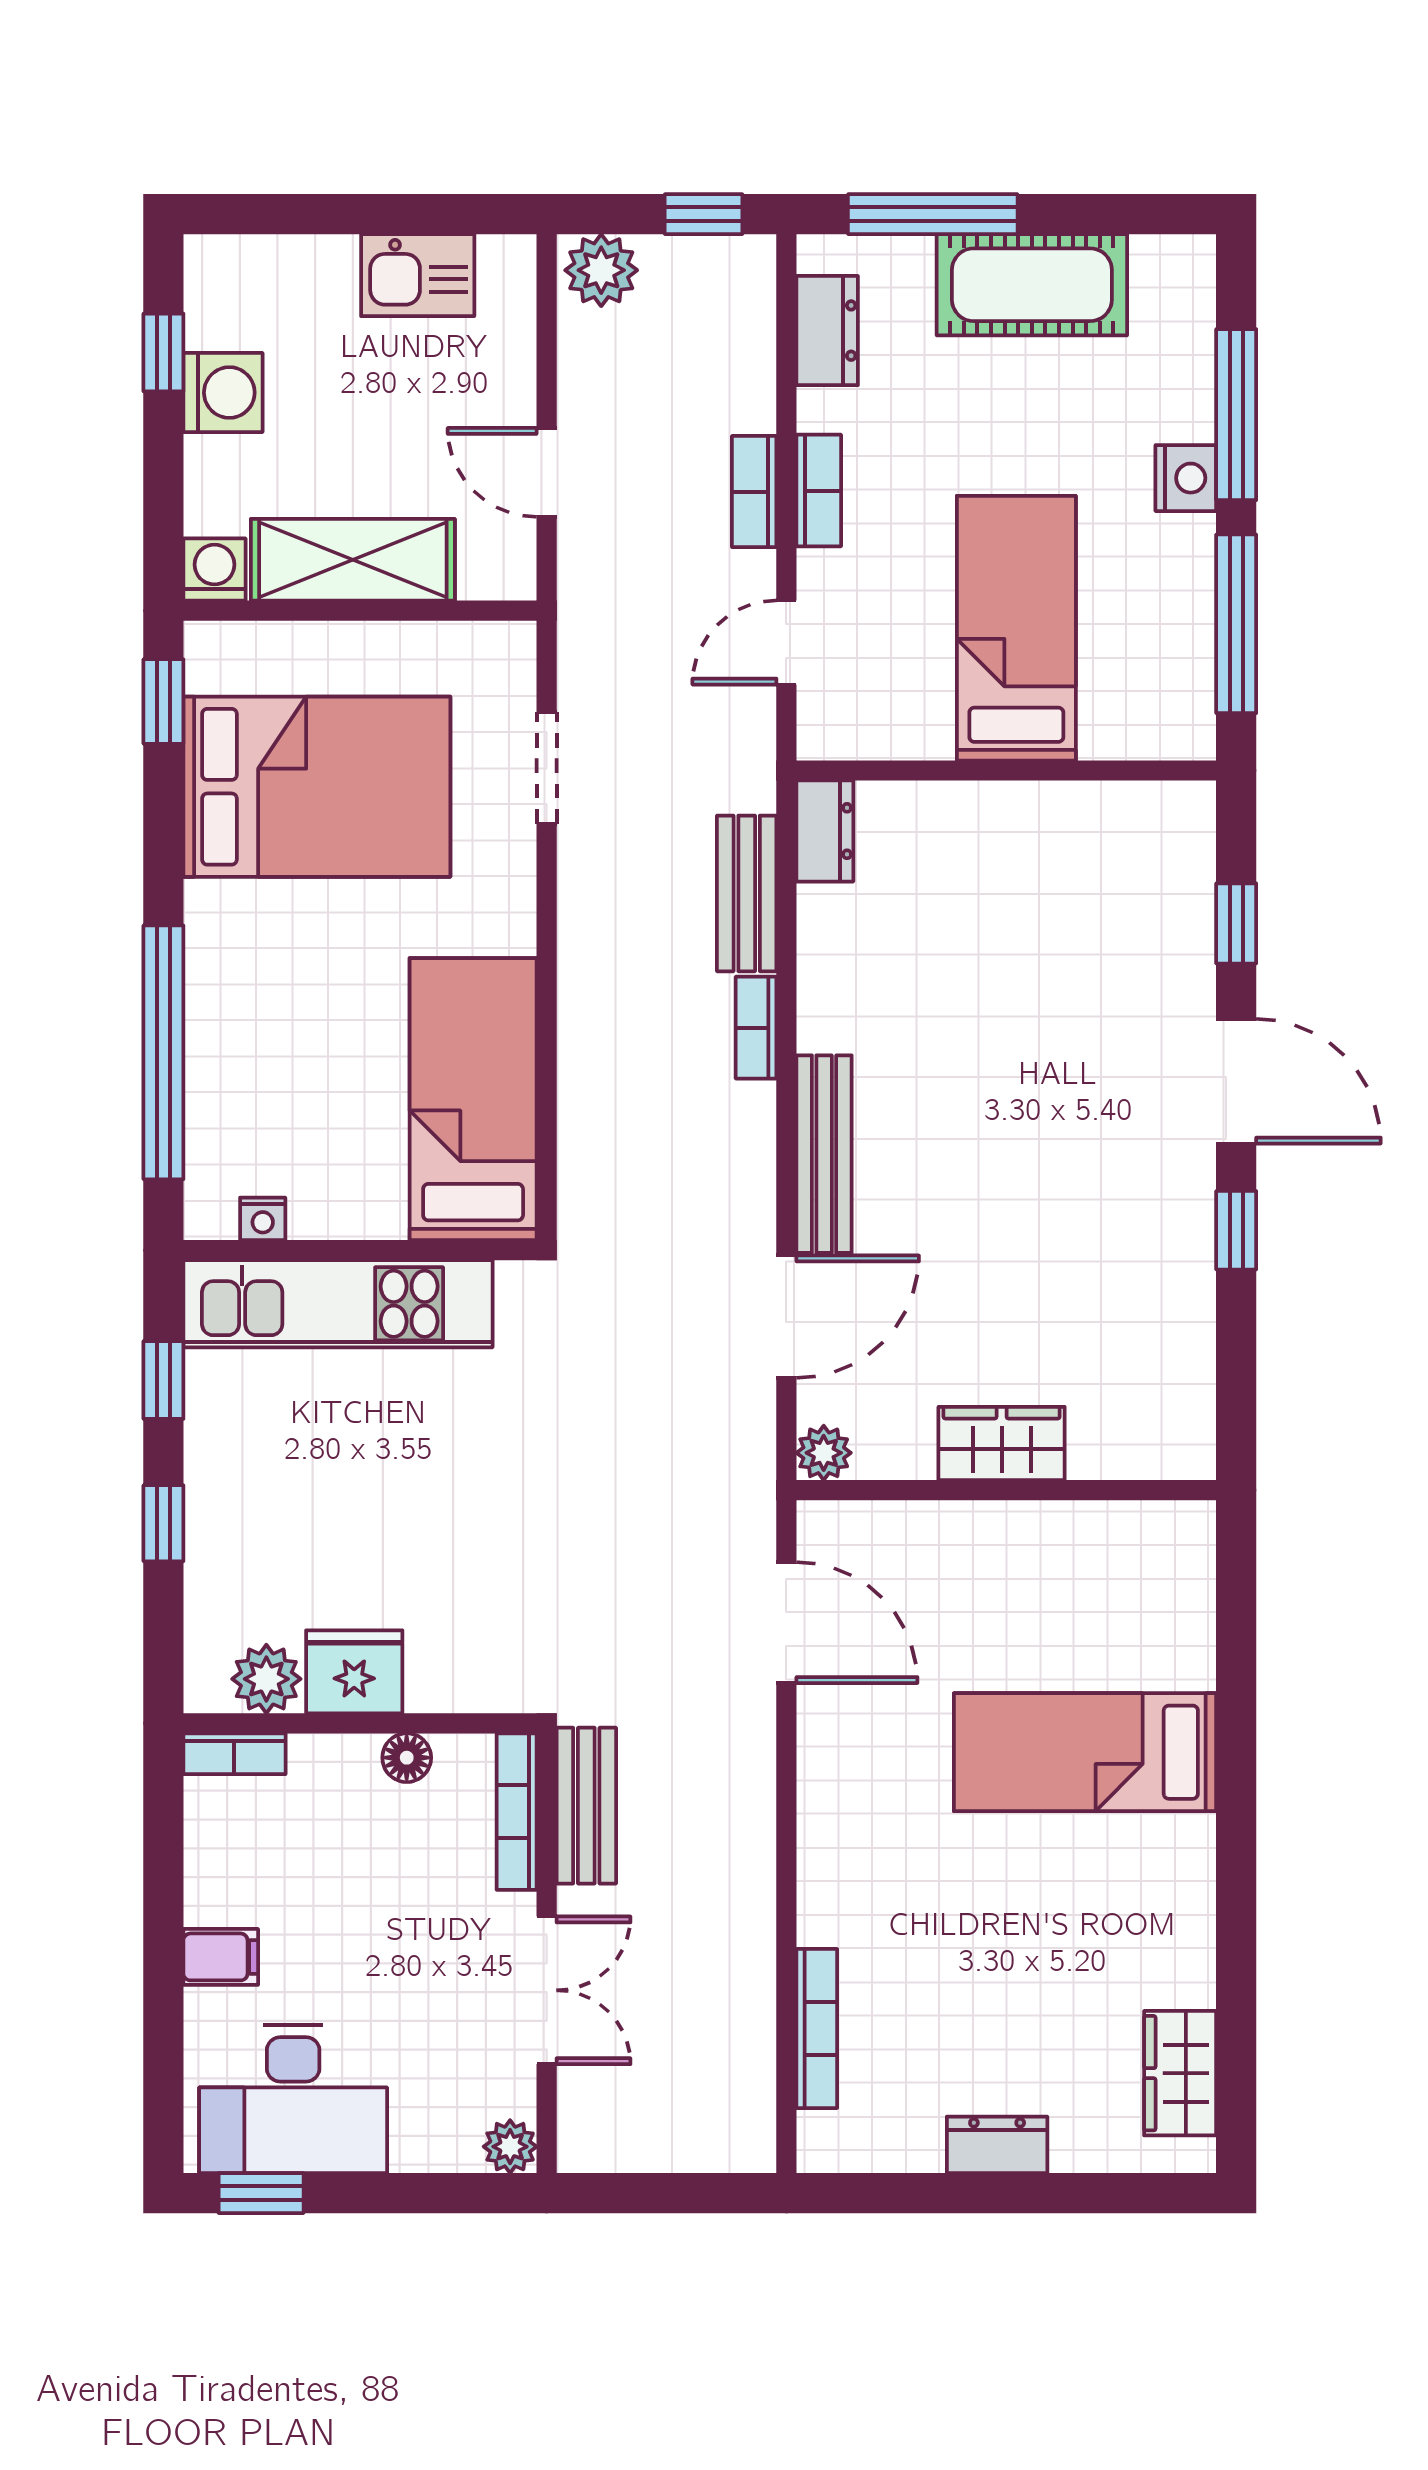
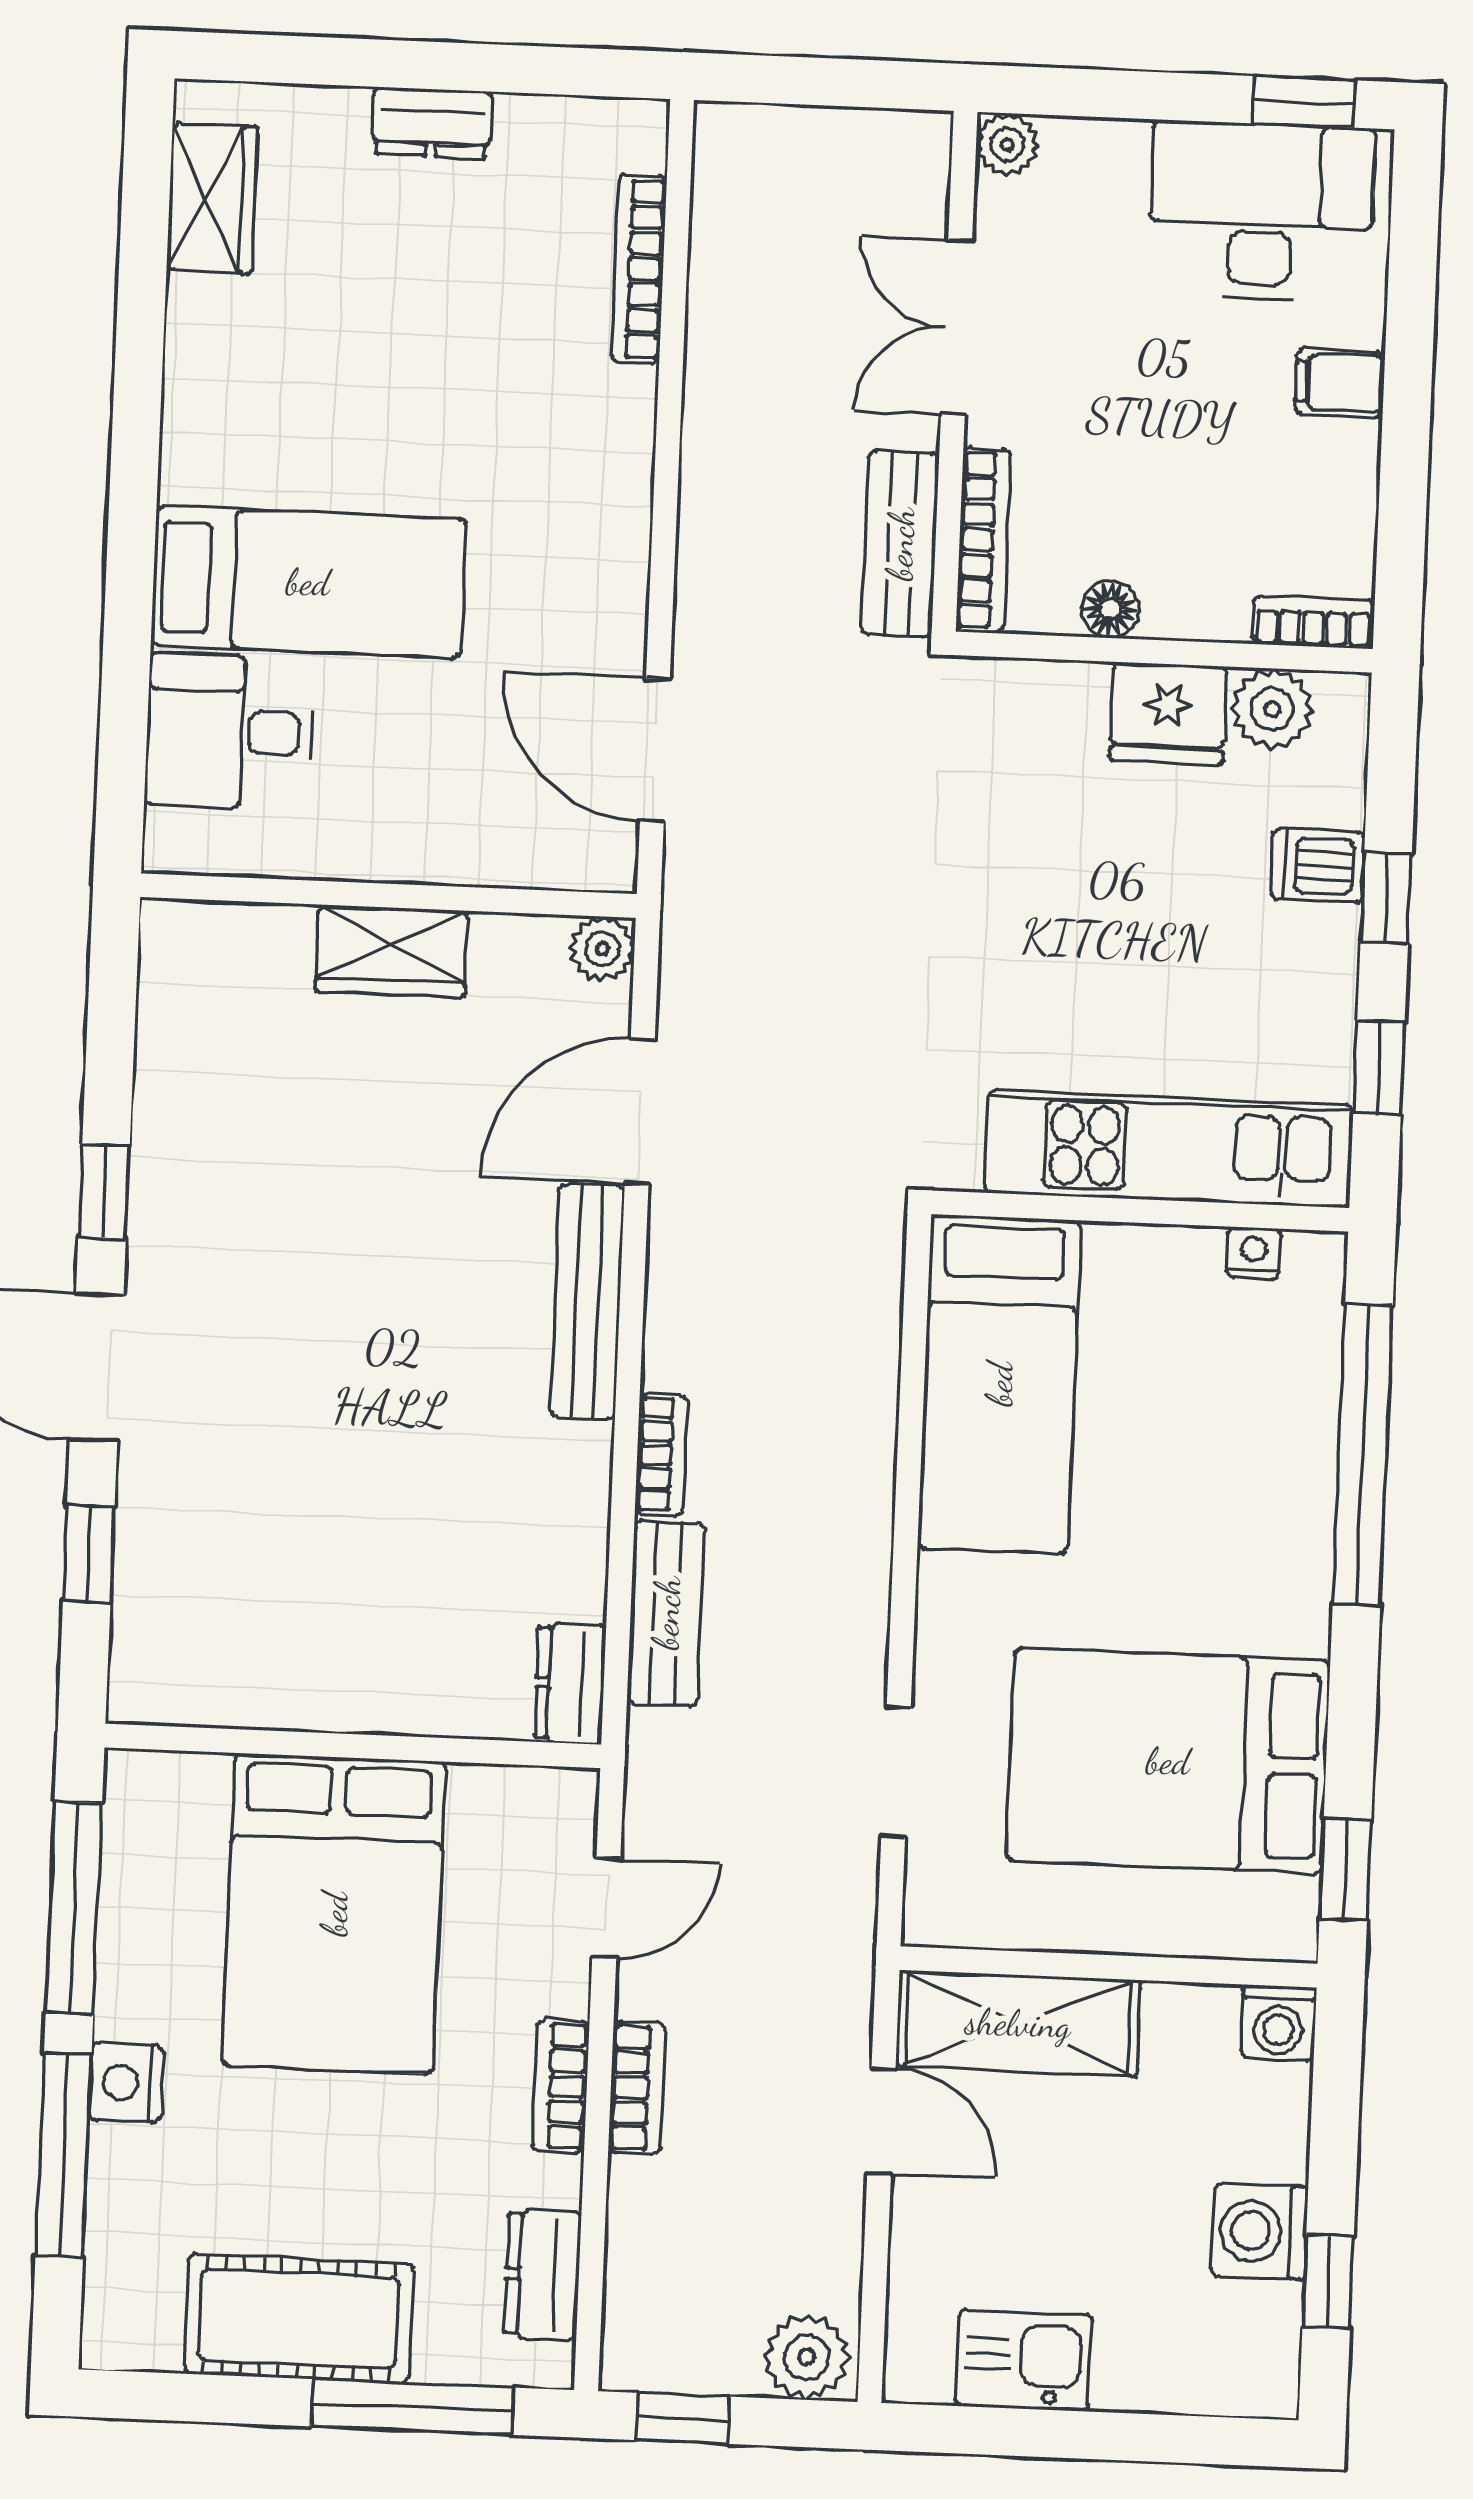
shelving: (353, 560) -> (1018, 2023), moved
bed: (1016, 628) -> (334, 1914), width x1.50
dishwasher: (222, 1548) -> (1318, 866), added
desk: (1146, 1623) -> (229, 732), added

